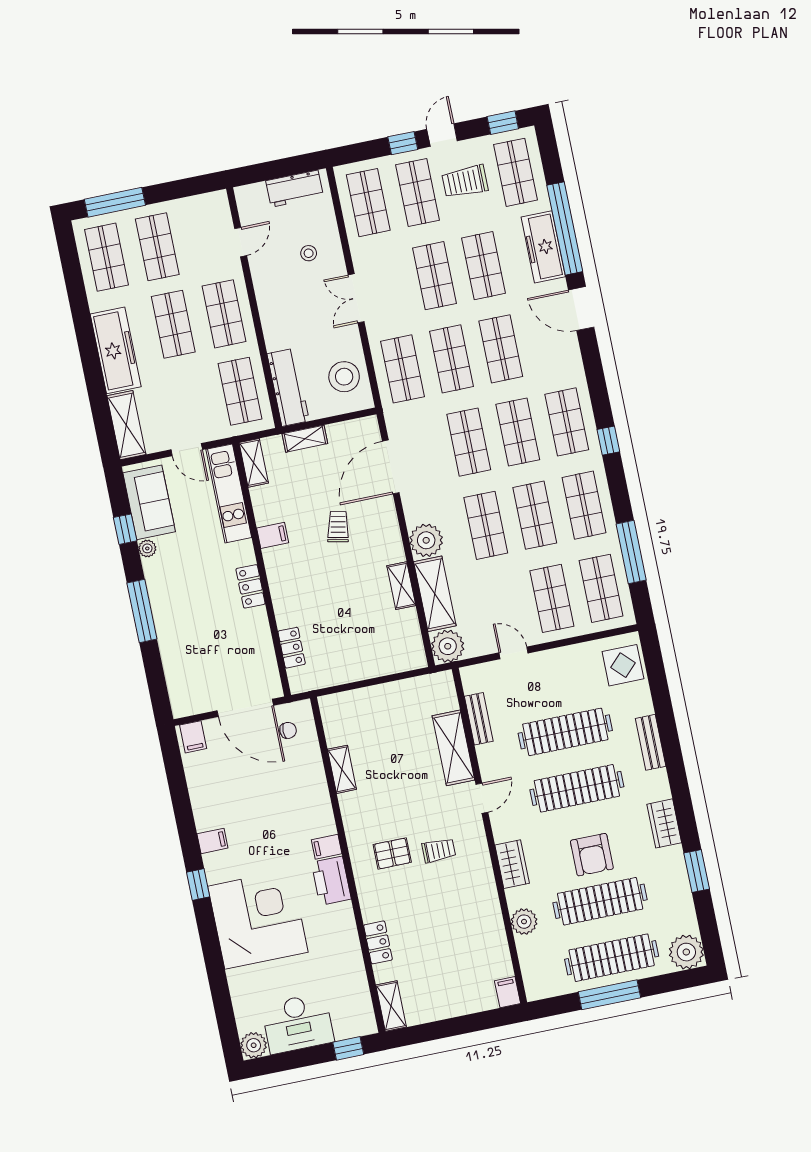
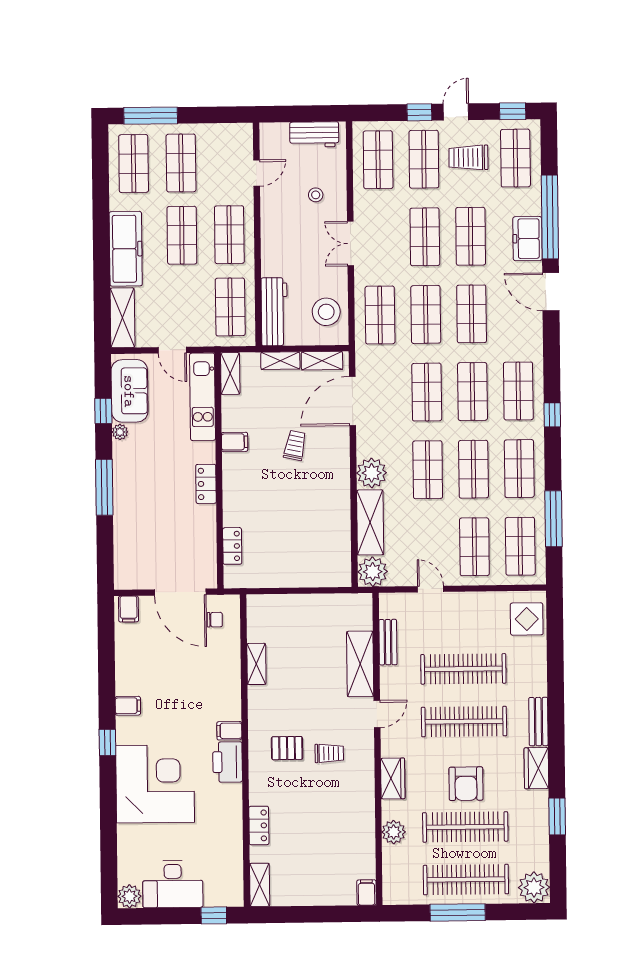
freezer: (543, 247) -> (528, 239), width x0.71
shelving: (401, 586) -> (322, 361), moved, turned 90
bench: (651, 742) -> (538, 722), moved

